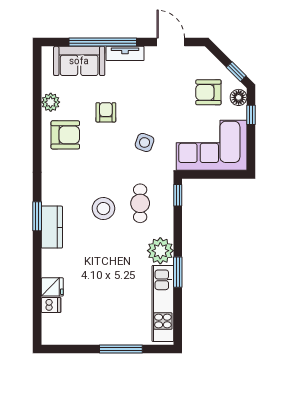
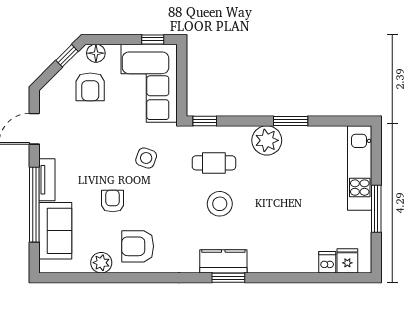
armchair: (106, 112) -> (113, 201), turned 90
window: (251, 115) -> (153, 39), moved
armchair: (65, 135) -> (138, 246), turned -90
kitchen counter: (52, 227) -> (223, 261), moved
fridge: (52, 287) -> (347, 261), moved
kitchen unit: (163, 303) -> (360, 168), moved, turned 90
window: (121, 349) -> (376, 209), moved

